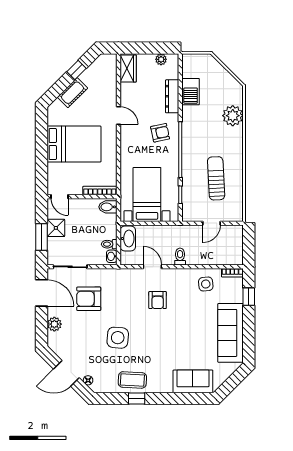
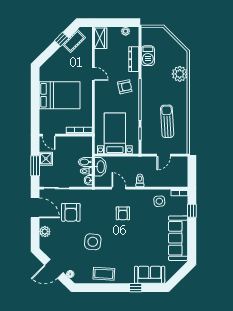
cot: (72, 93) -> (74, 41), moved
bidet: (108, 207) -> (85, 162), moved
armchair: (89, 299) -> (71, 212), turned -90
window: (137, 398) -> (136, 288), moved

